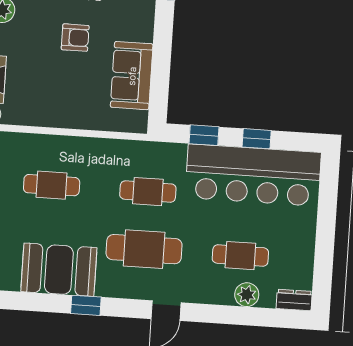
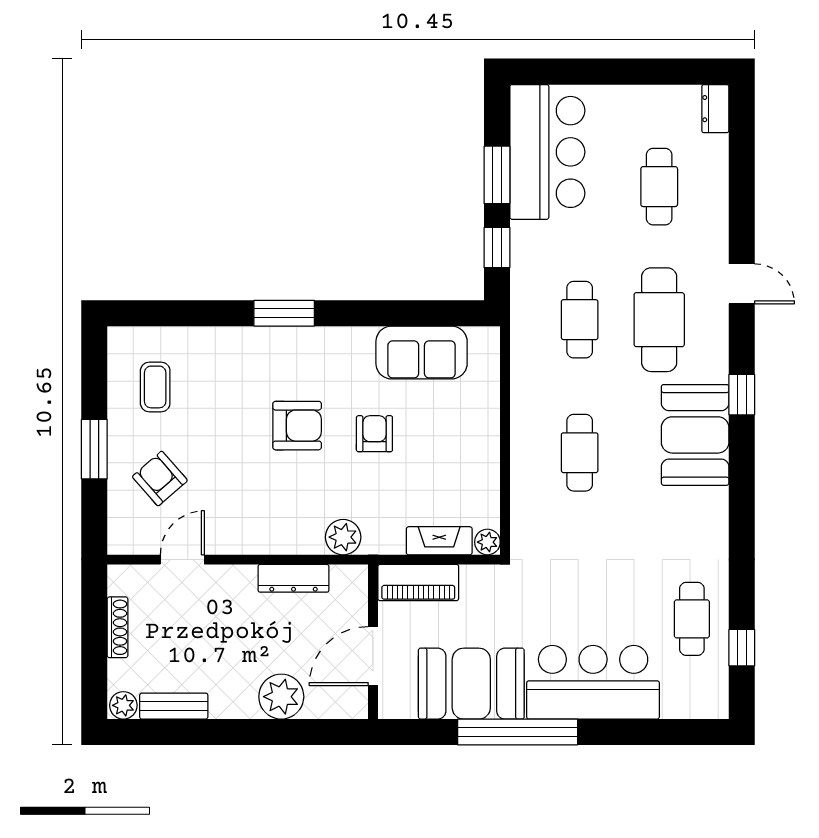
window: (257, 139) -> (497, 175), width x1.50
bar counter: (253, 175) -> (547, 152), width x0.73
plant: (247, 295) -> (712, 174), removed

